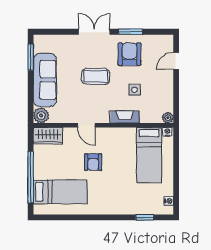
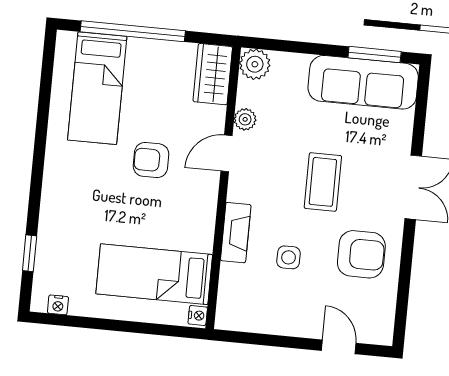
window: (130, 32) -> (406, 260), removed
sofa: (45, 80) -> (363, 82), moved
plant: (168, 118) -> (245, 119), moved

